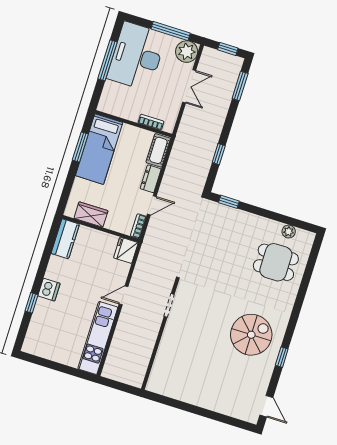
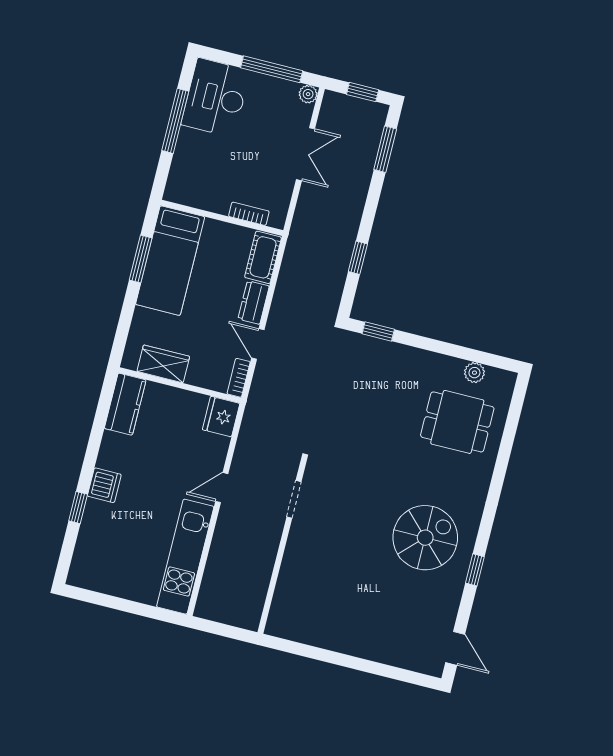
plant: (187, 52) -> (308, 94), width x0.53, depth x0.53
desk: (137, 56) -> (216, 98), width x0.73, depth x0.77
door: (152, 205) -> (258, 344), swing flipped

